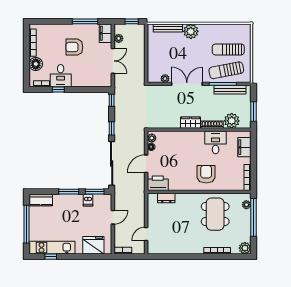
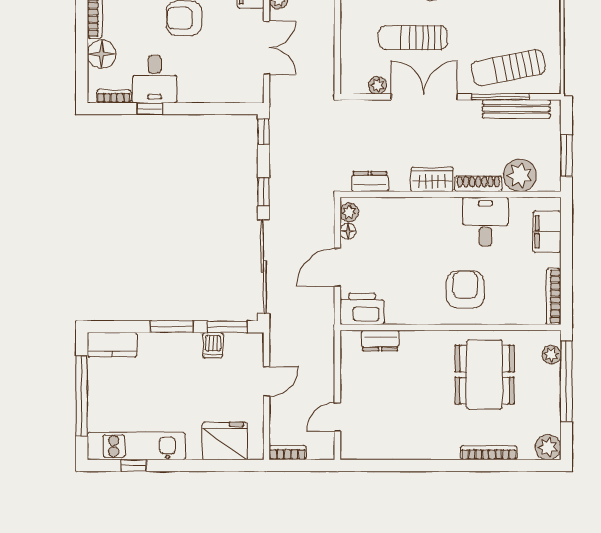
sun lounger: (228, 49) -> (413, 38), moved
dresser: (161, 124) -> (370, 182), added

